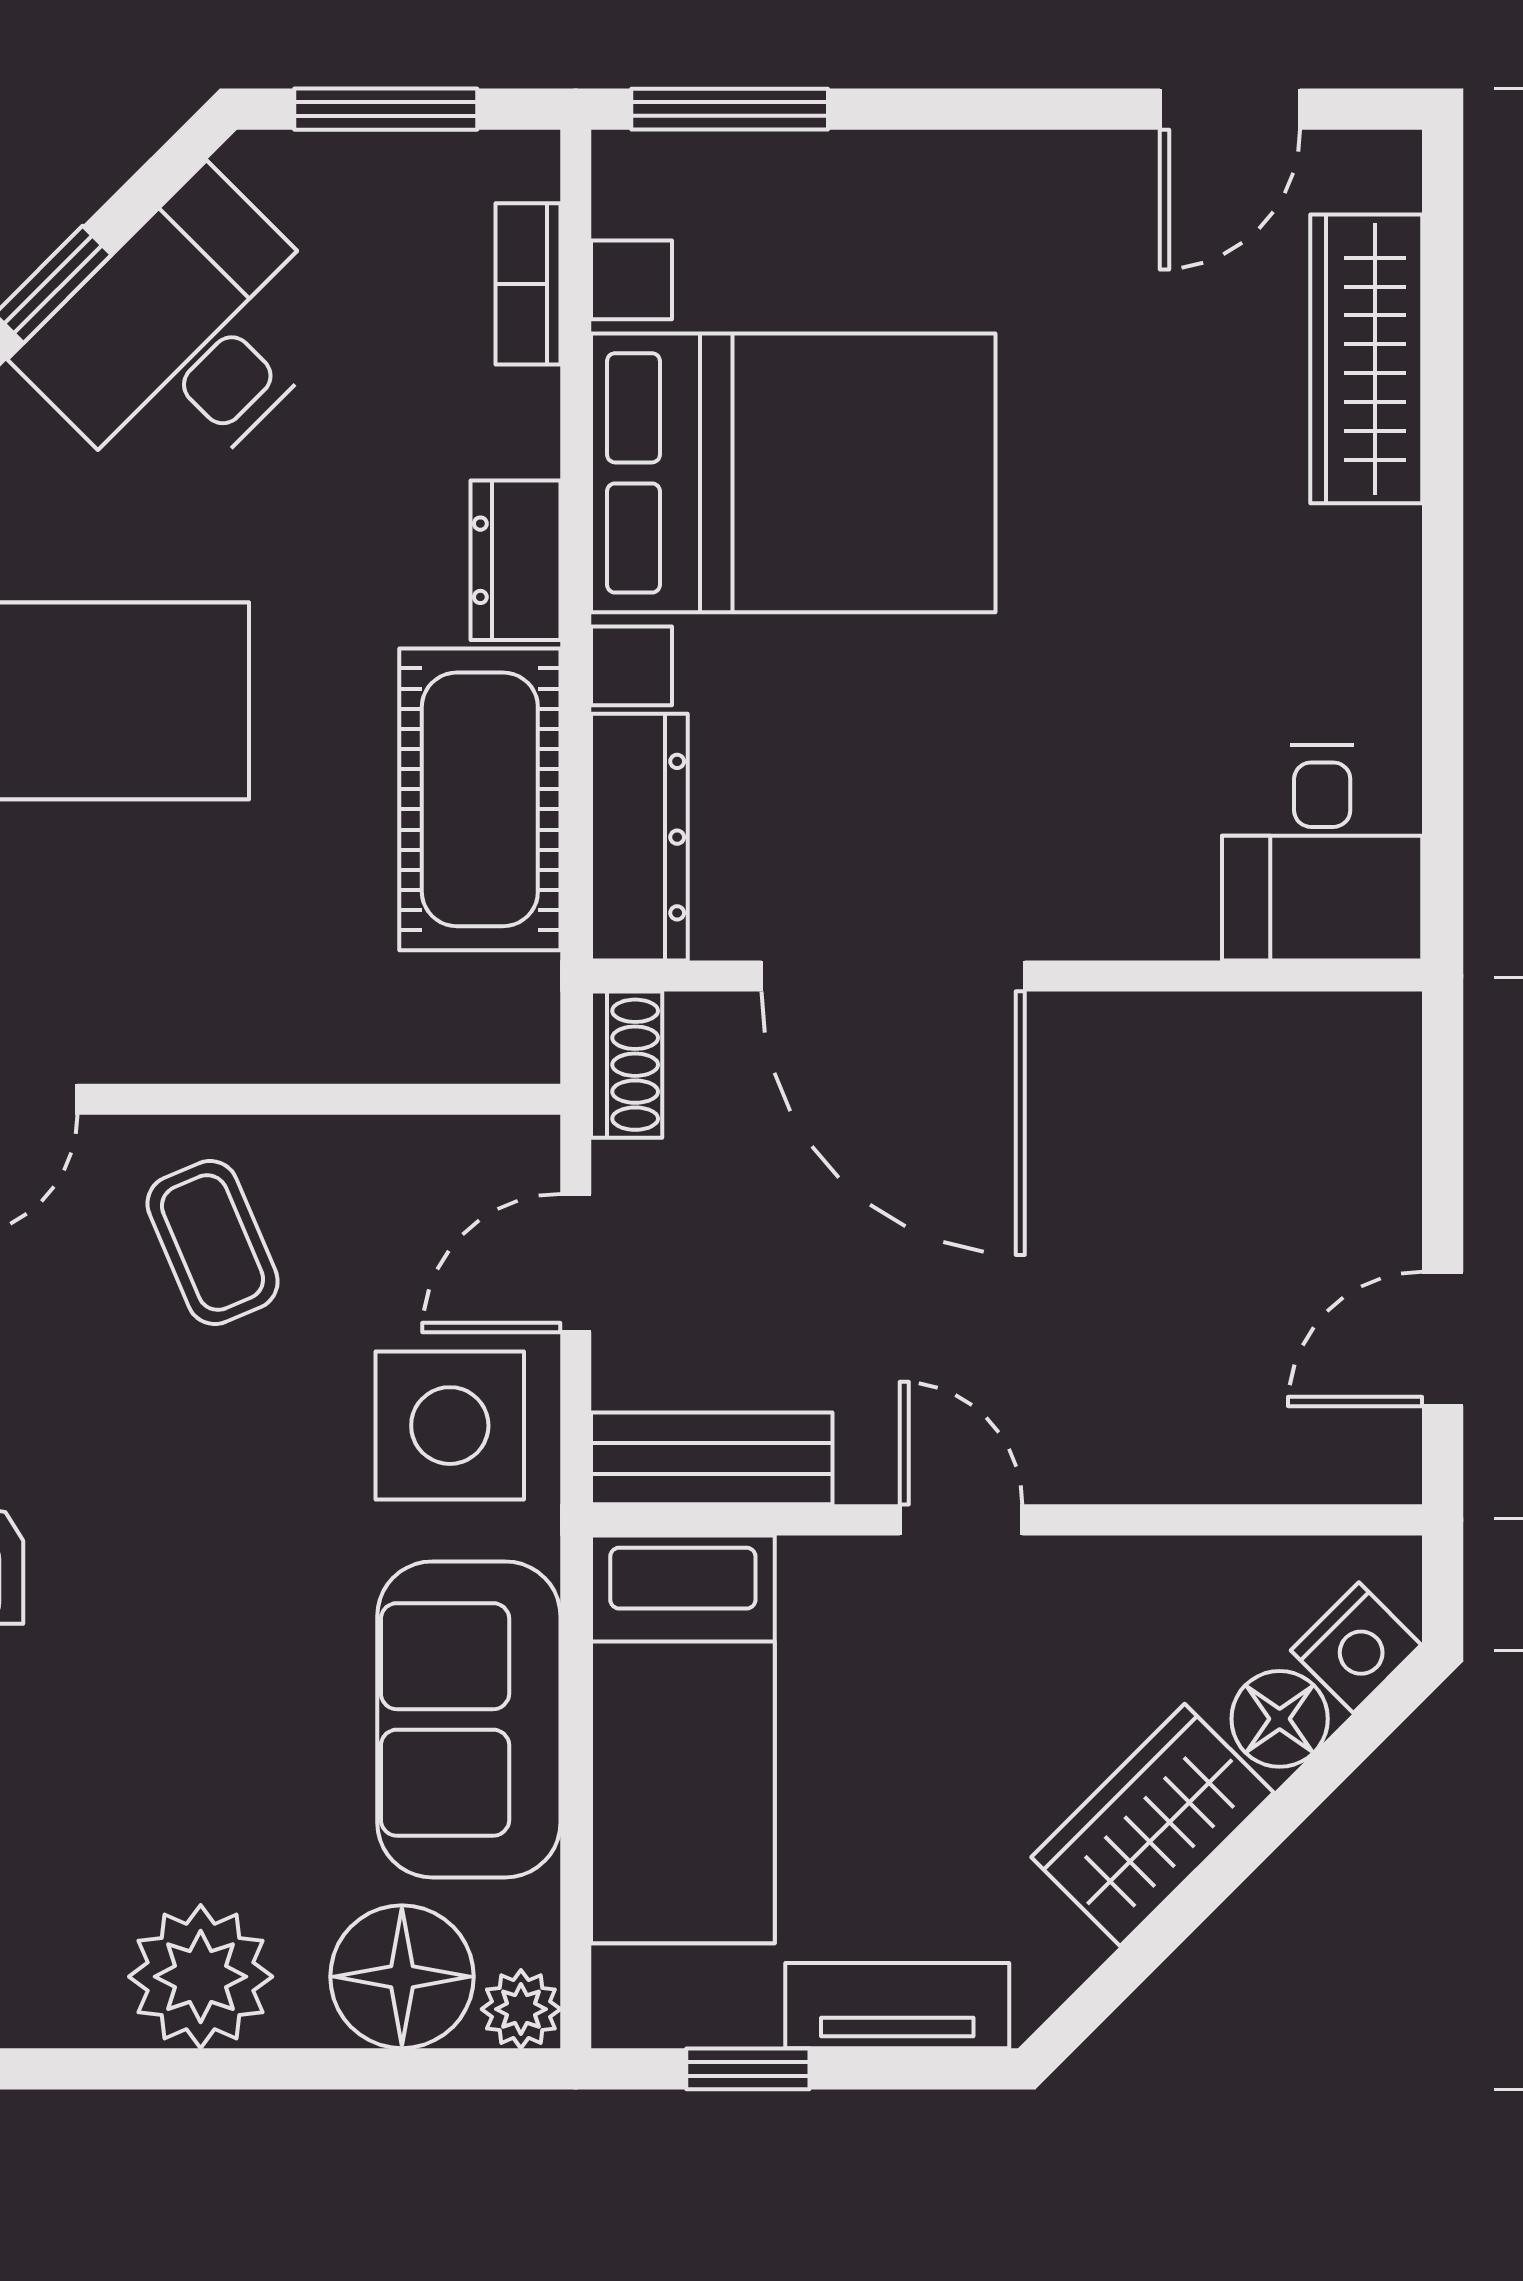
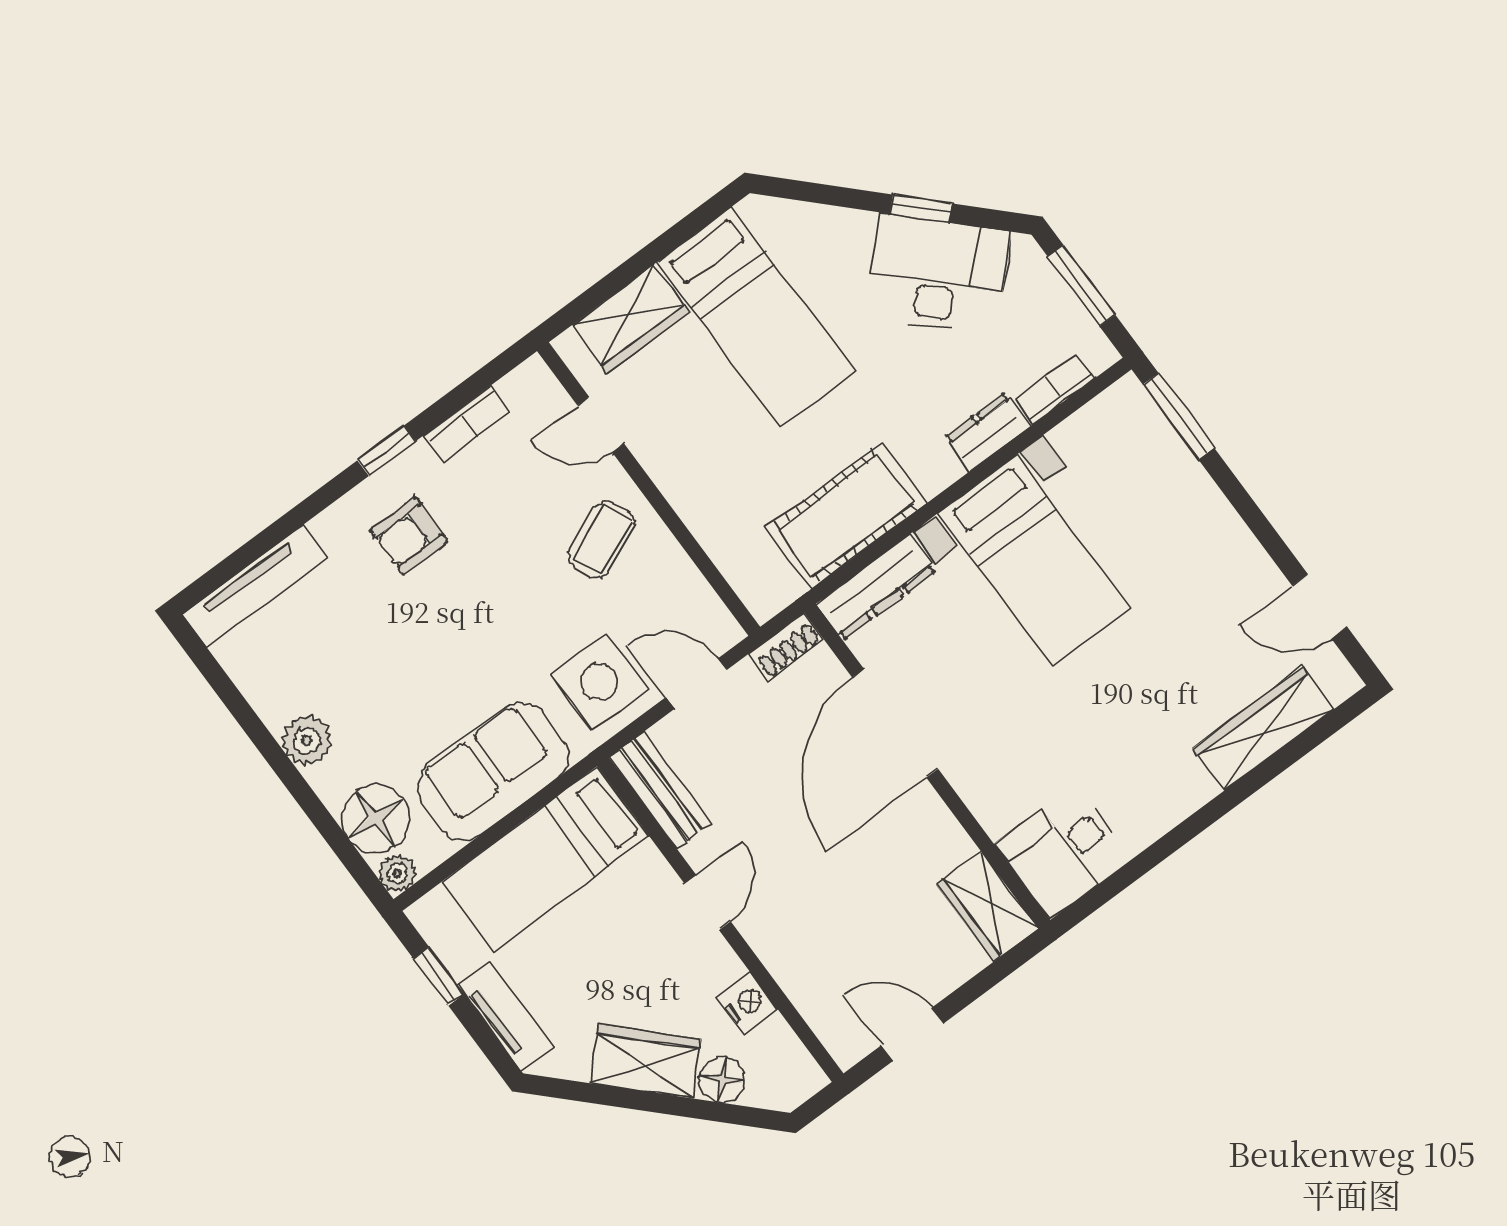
bed with nightstands: (793, 473) -> (1035, 561), width x0.73
dresser: (515, 560) -> (987, 432), moved
wardrobe: (1321, 1050) -> (987, 907), added
nightstand: (1356, 1648) -> (747, 1003), moved, turned -135
plant: (201, 1977) -> (307, 740), width x0.73, depth x0.73

